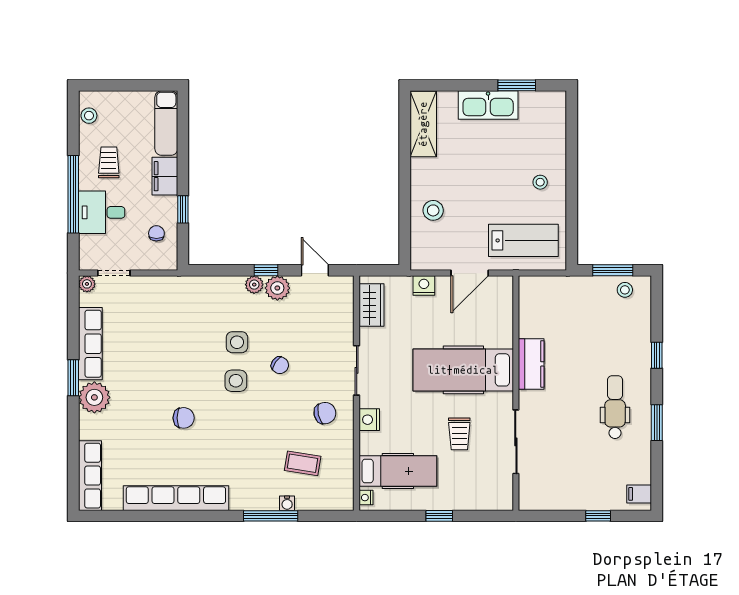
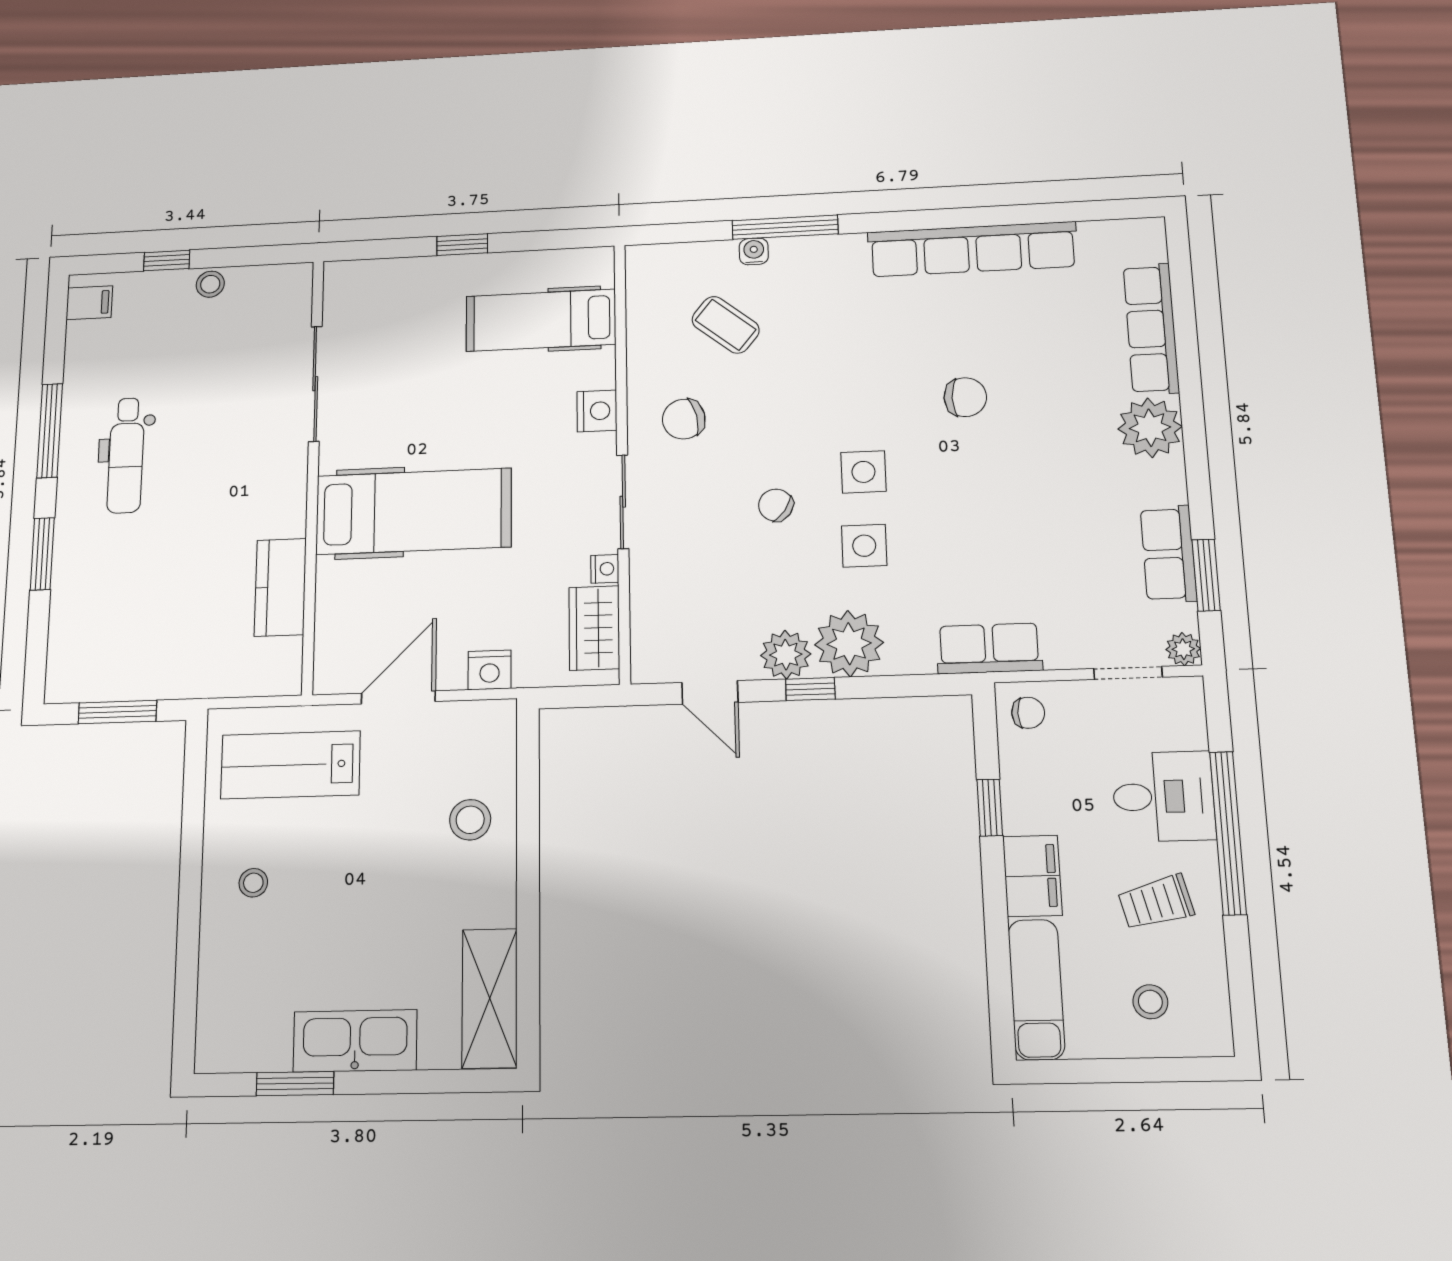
stool: (89, 116) -> (1150, 1002), moved
trolley: (109, 162) -> (1156, 902), turned 76
chair: (156, 233) -> (1028, 713), moved, turned -90
plant: (254, 285) -> (849, 644), width x1.88, depth x1.88
row of seats: (179, 288) -> (989, 648), added
stool: (625, 290) -> (210, 284), moved
row of seats: (90, 344) -> (1168, 554), width x0.68
window: (657, 355) -> (42, 554), width x1.50
kitchen counter: (531, 364) -> (280, 587), moved
window: (73, 378) -> (1206, 575), moved
chair: (184, 418) -> (965, 397), turned 180
window: (657, 423) -> (50, 431), width x1.44
trolley: (459, 434) -> (423, 393), removed
coffee table: (303, 463) -> (726, 325), turned 30
row of seats: (90, 476) -> (1151, 329), moved
nightstand: (366, 498) -> (605, 569), moved

